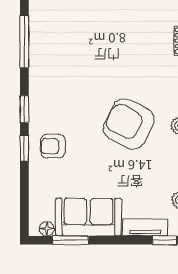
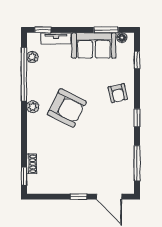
armchair: (53, 146) -> (118, 93), turned 78
window: (24, 148) -> (137, 60), moved

